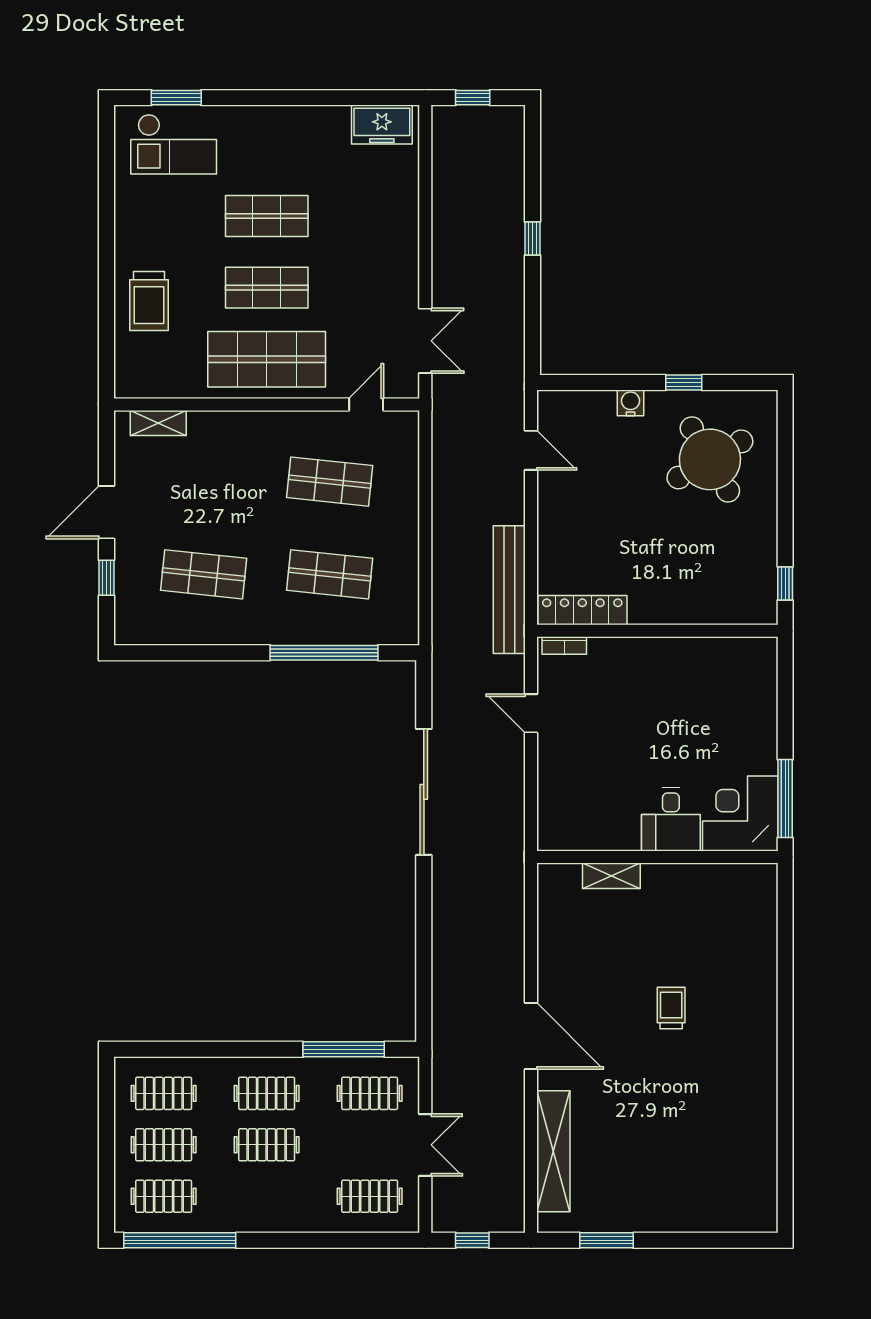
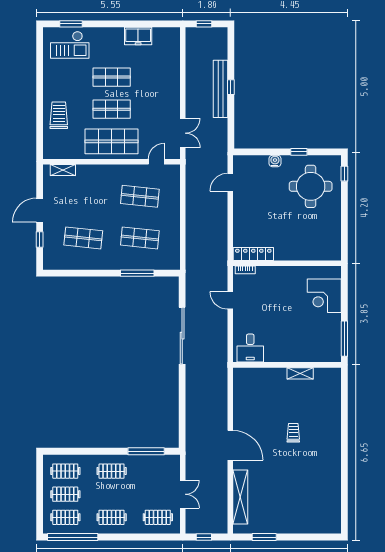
freezer: (382, 125) -> (138, 36), moved
trolley: (149, 301) -> (59, 115), turned 180
door: (531, 450) -> (230, 182), swing flipped
round table: (710, 459) -> (311, 186), turned 30
window: (785, 584) -> (344, 174), moved
bench: (509, 590) -> (220, 89), moved
window: (324, 653) -> (137, 273), width x0.68
corner desk: (740, 813) -> (324, 296), moved, turned -90
desk: (671, 819) -> (250, 348), moved
shelving: (611, 876) -> (300, 373), moved
clothes rail: (370, 1093) -> (158, 471), removed
clothes rail: (267, 1145) -> (112, 517), moved

